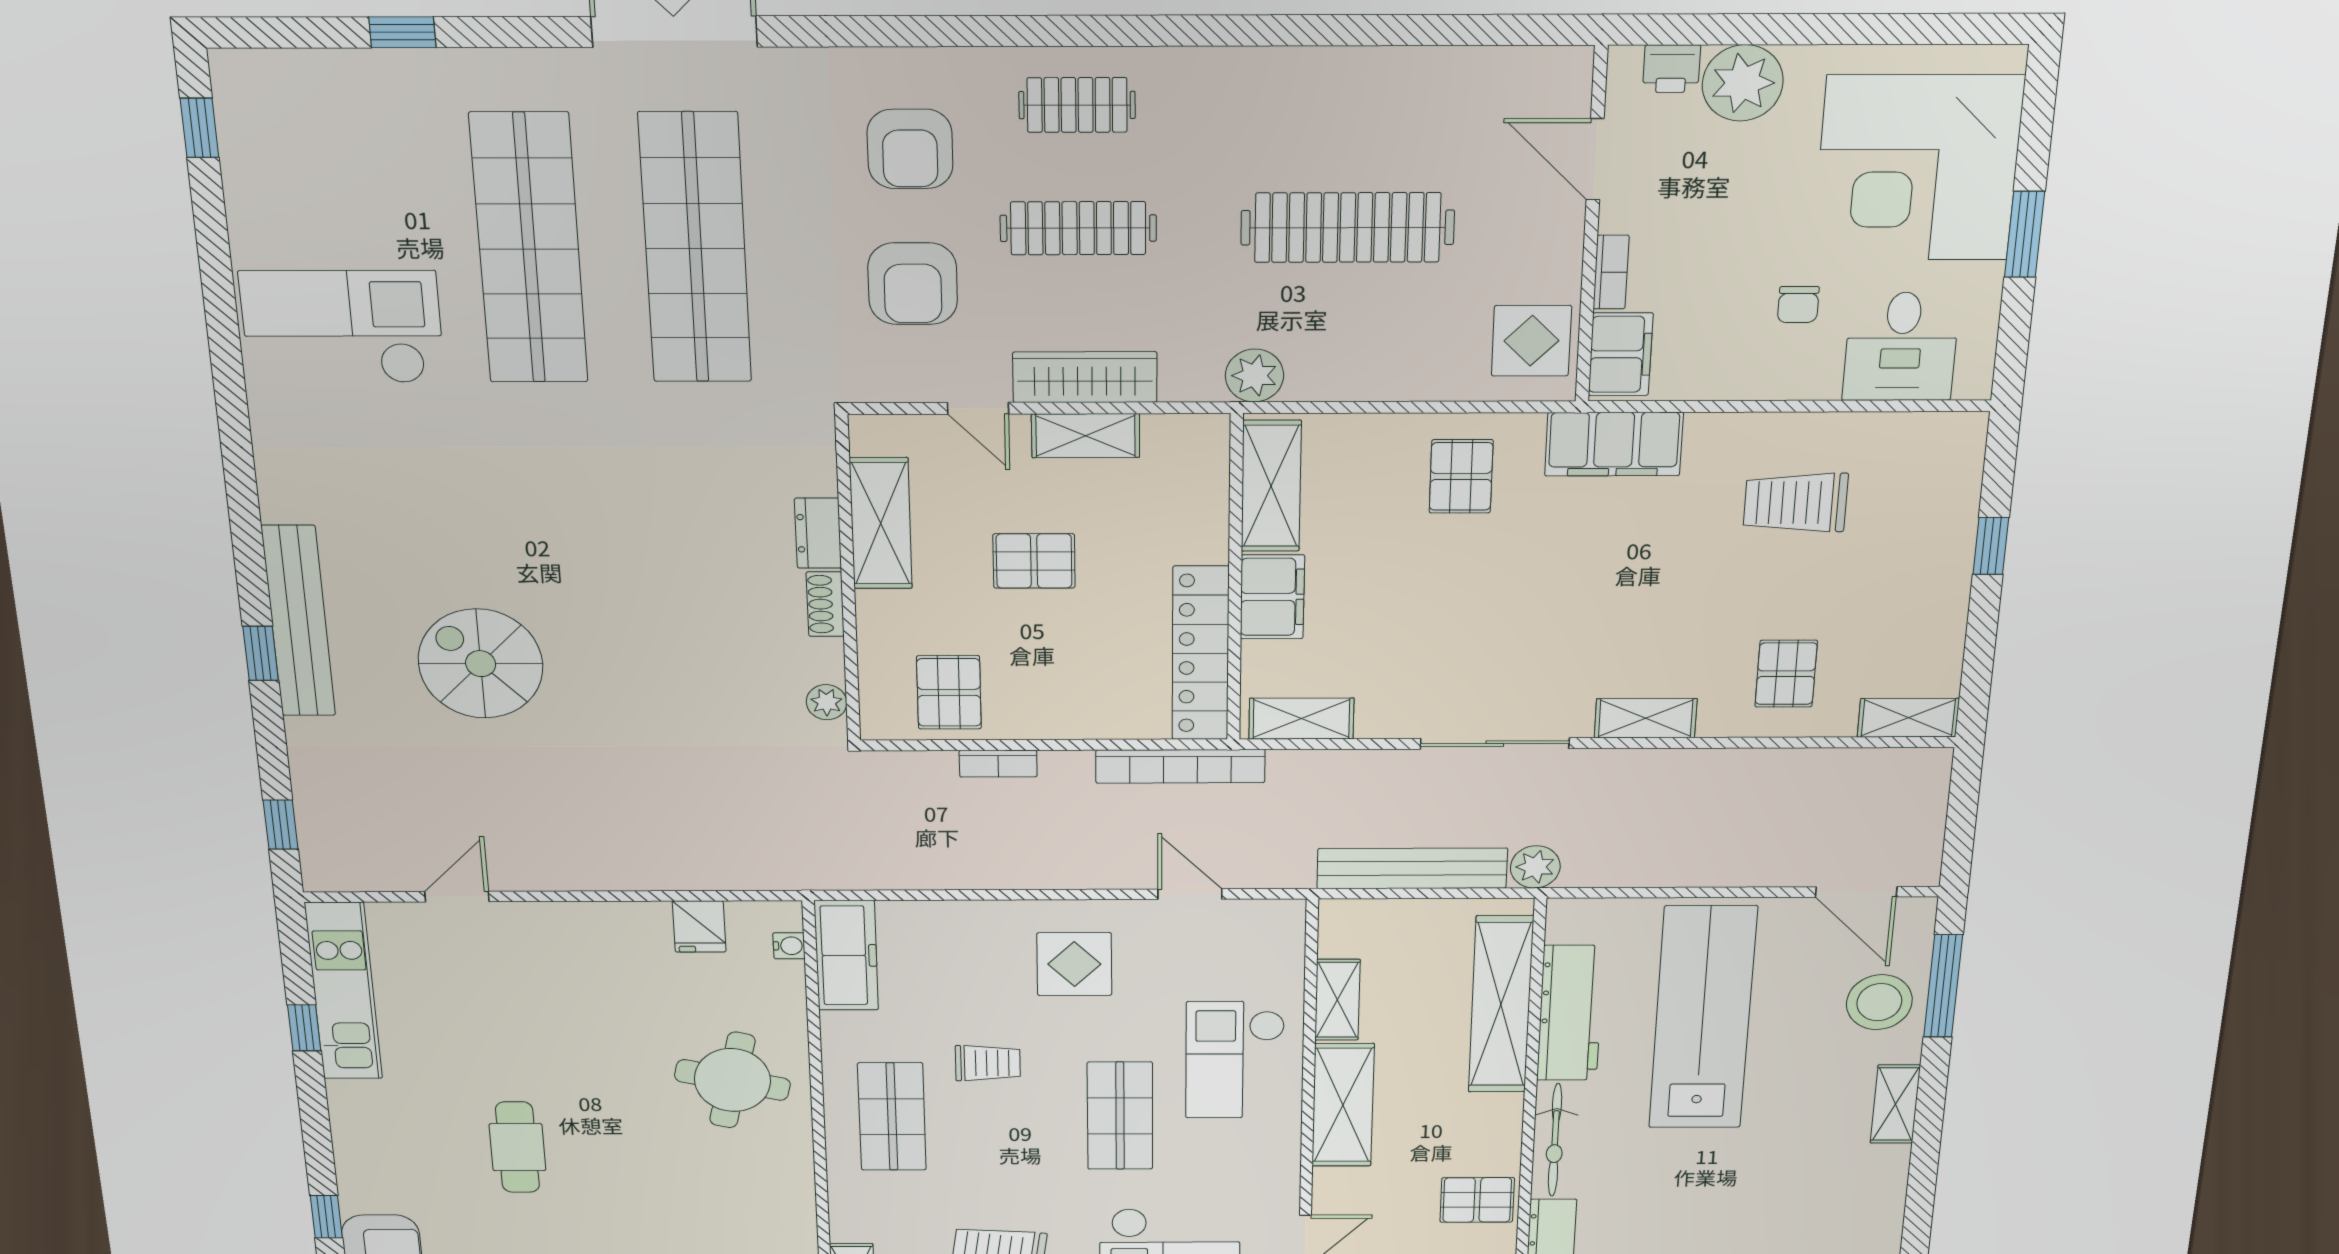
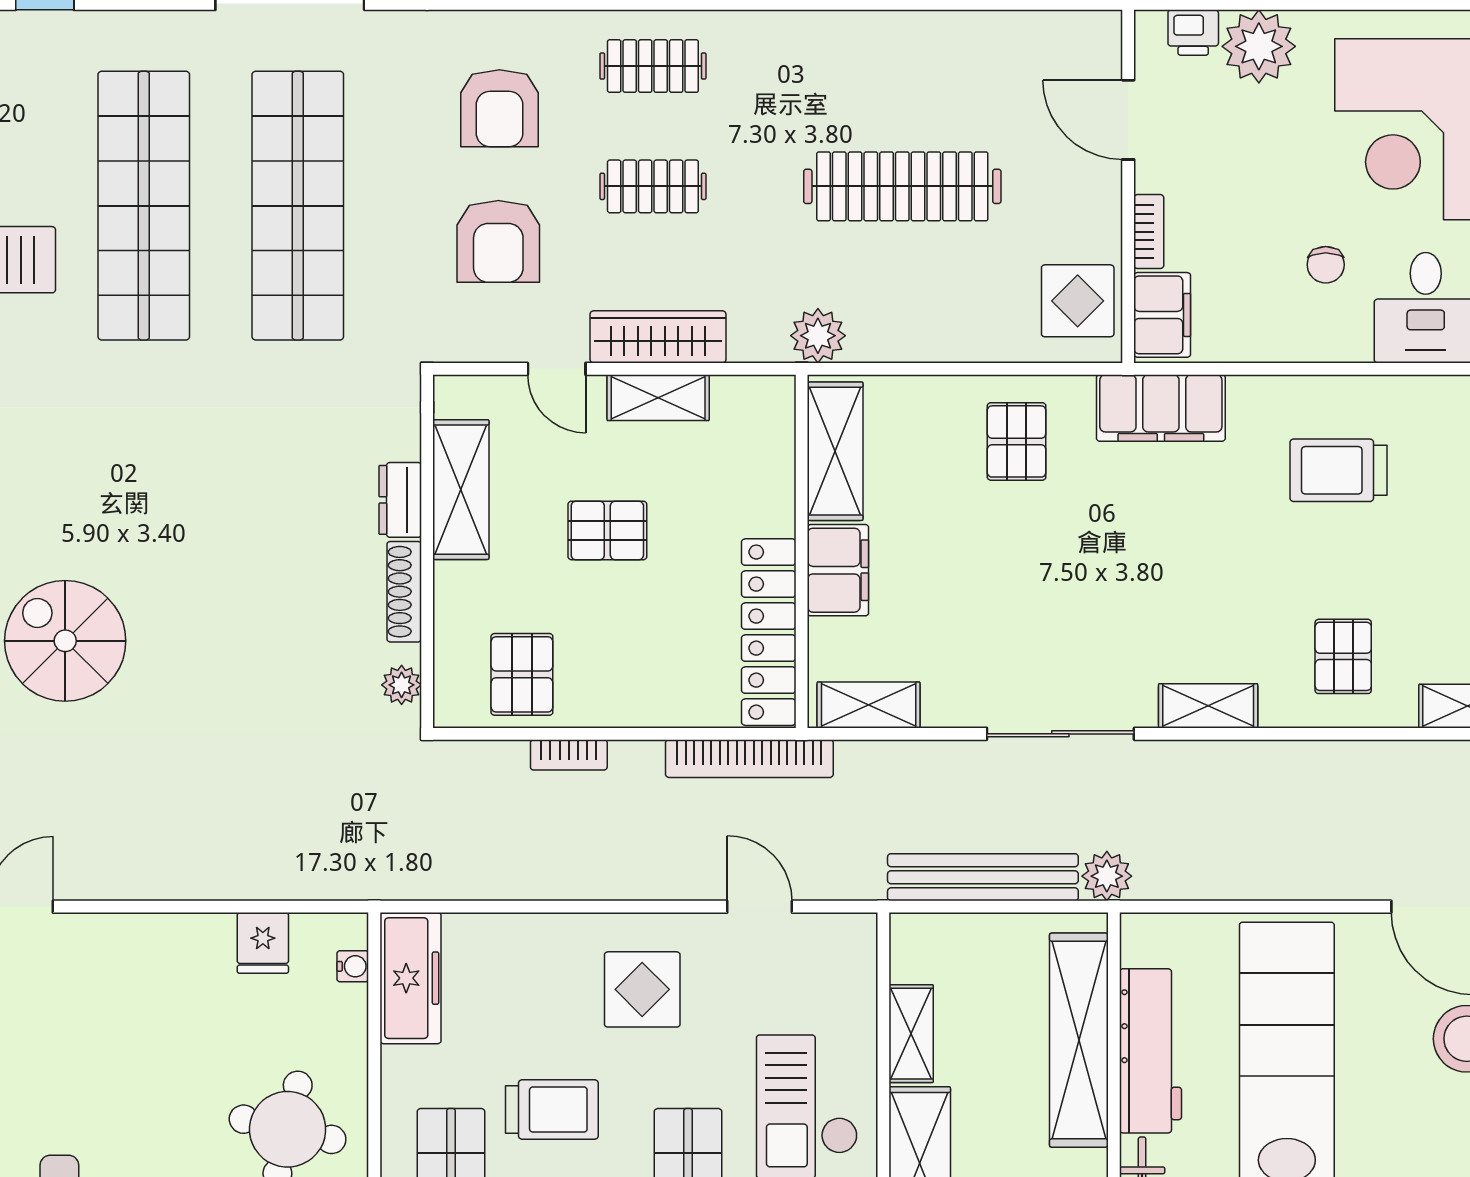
clothes rail: (1078, 228) -> (653, 186), width x0.73
shoe rack: (825, 604) -> (404, 592), width x1.43
trolley: (988, 1063) -> (552, 1109), width x1.36, depth x1.39

